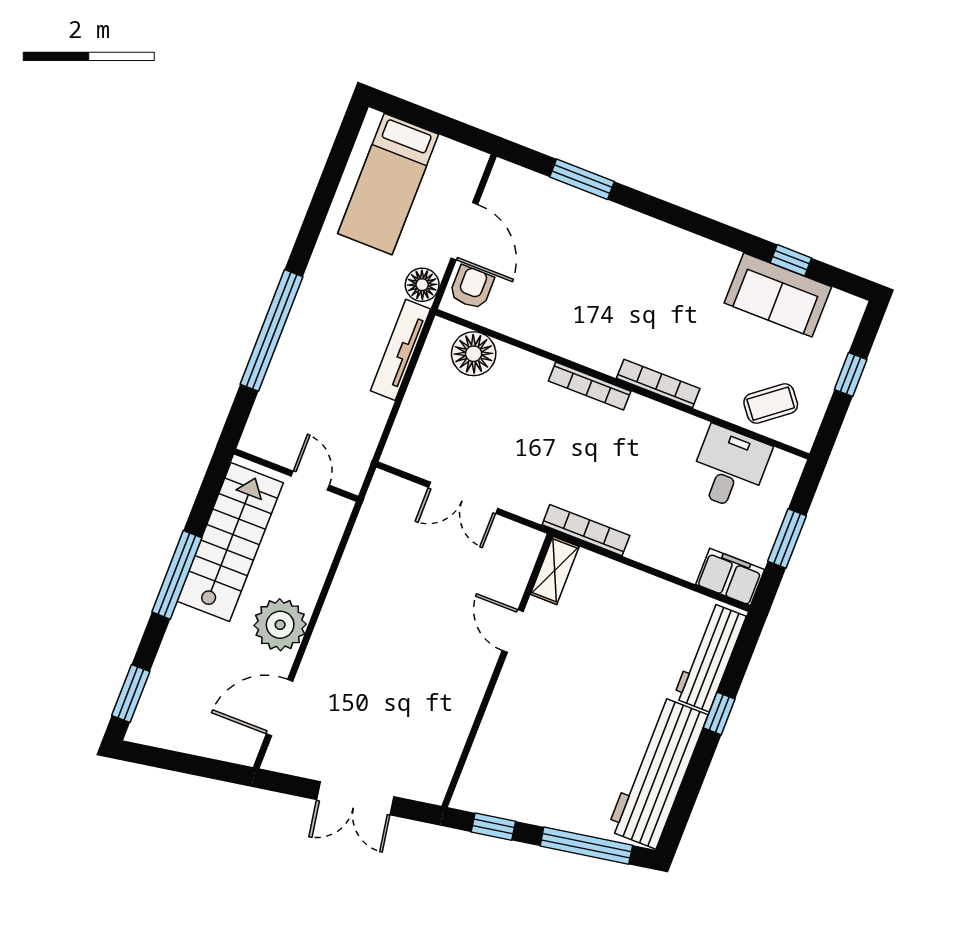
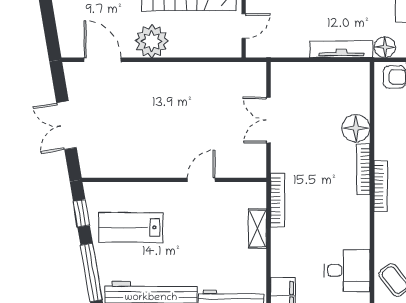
floor lamp: (474, 354) -> (356, 128), moved
bookcase: (658, 383) -> (381, 186), moved
shelving: (555, 570) -> (258, 229), moved, turned 90
lab bench: (543, 762) -> (131, 227), added

